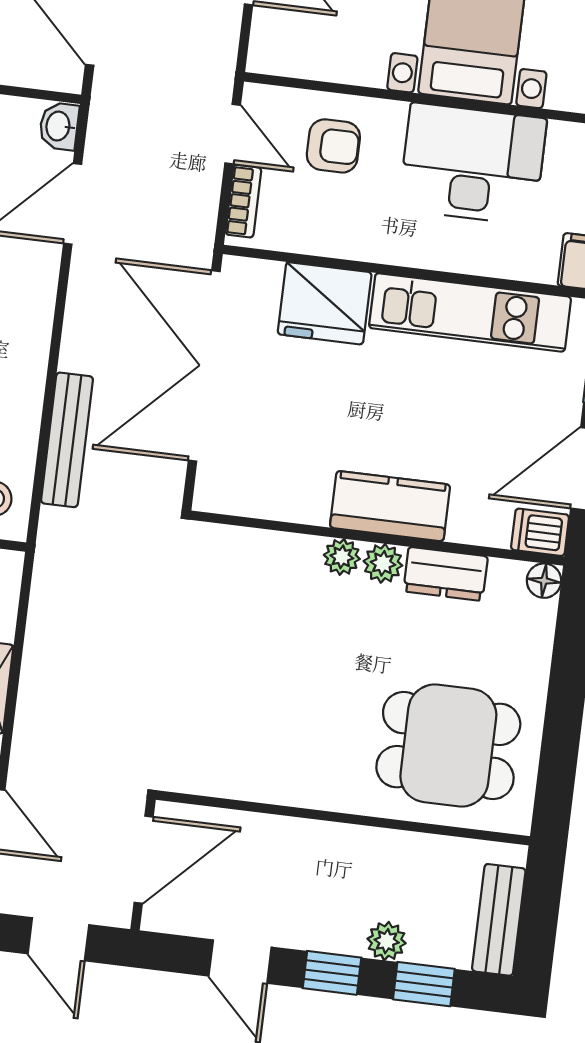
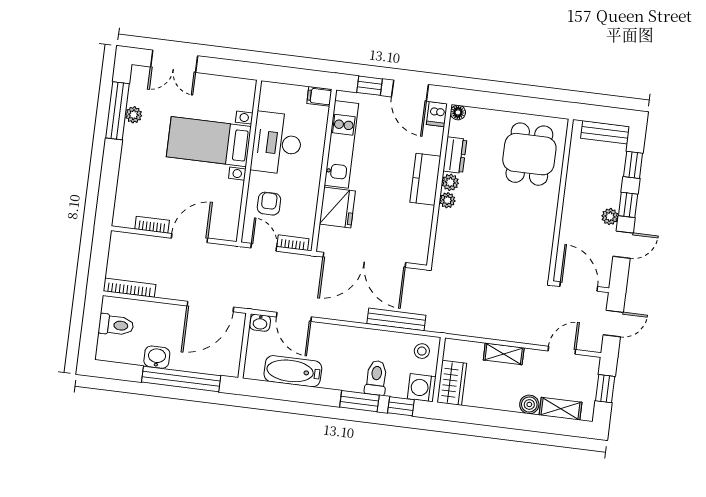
door: (233, 134) -> (264, 247), hinge flipped
plant: (387, 941) -> (610, 217), moved

